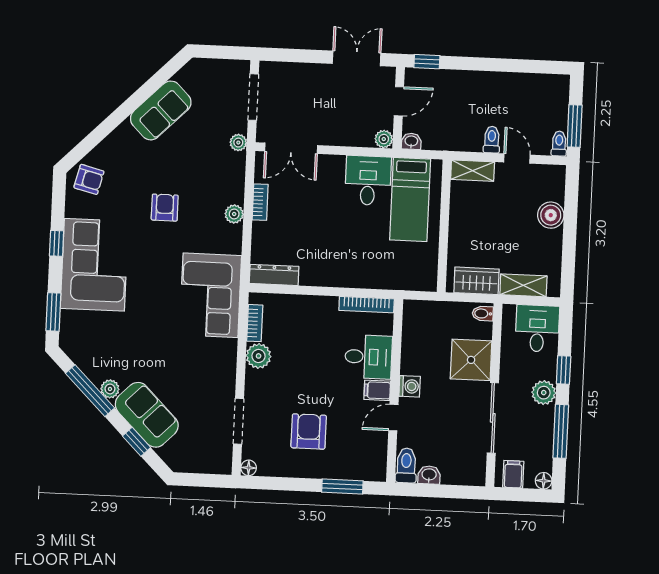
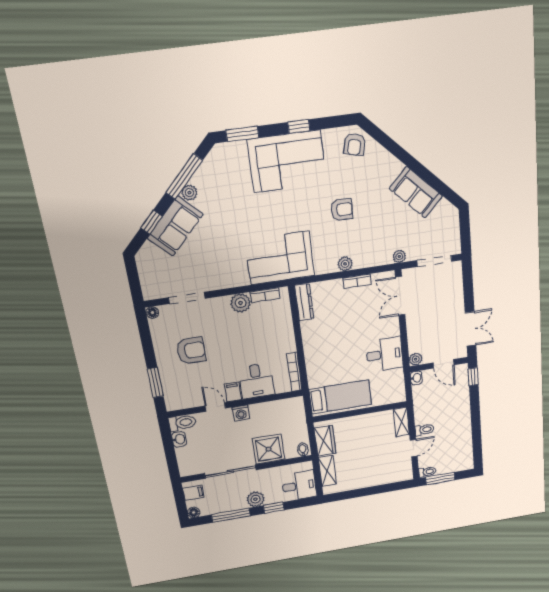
bed: (410, 199) -> (340, 397), moved, turned 180
boiler: (551, 215) -> (378, 477), removed

